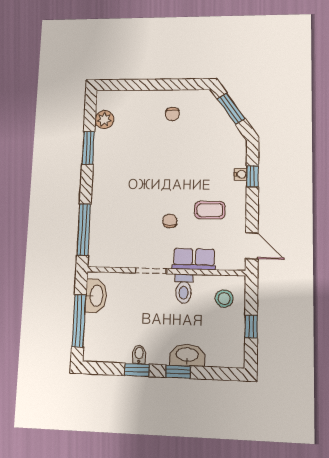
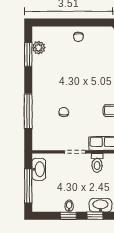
chair: (172, 114) -> (78, 37), moved
window: (88, 148) -> (28, 55), moved
chair: (170, 221) -> (64, 112), moved
window: (84, 230) -> (28, 111), moved

